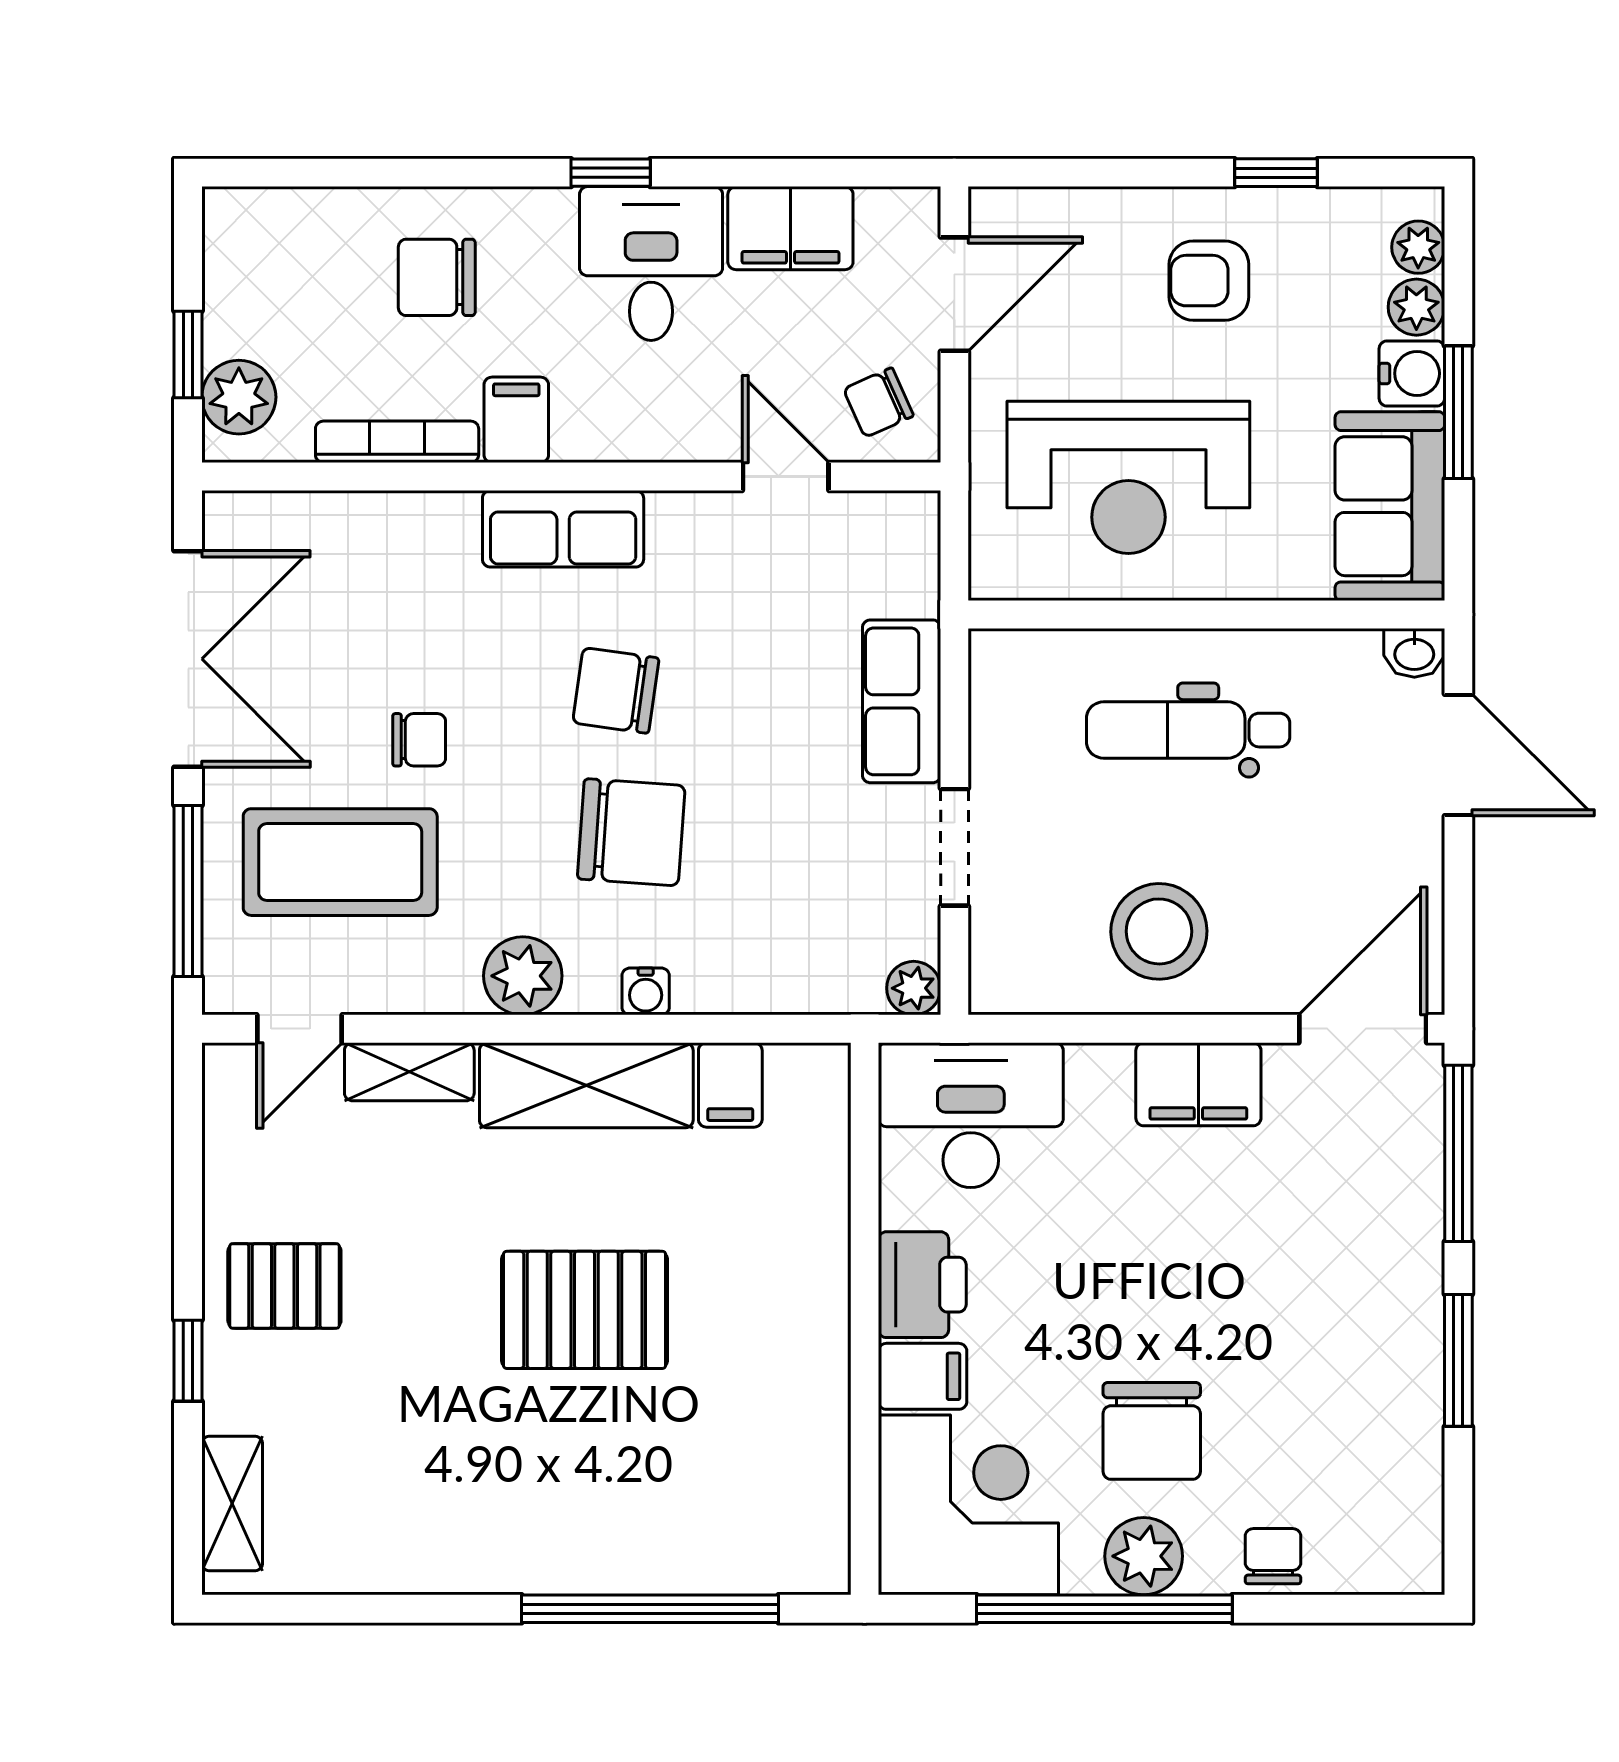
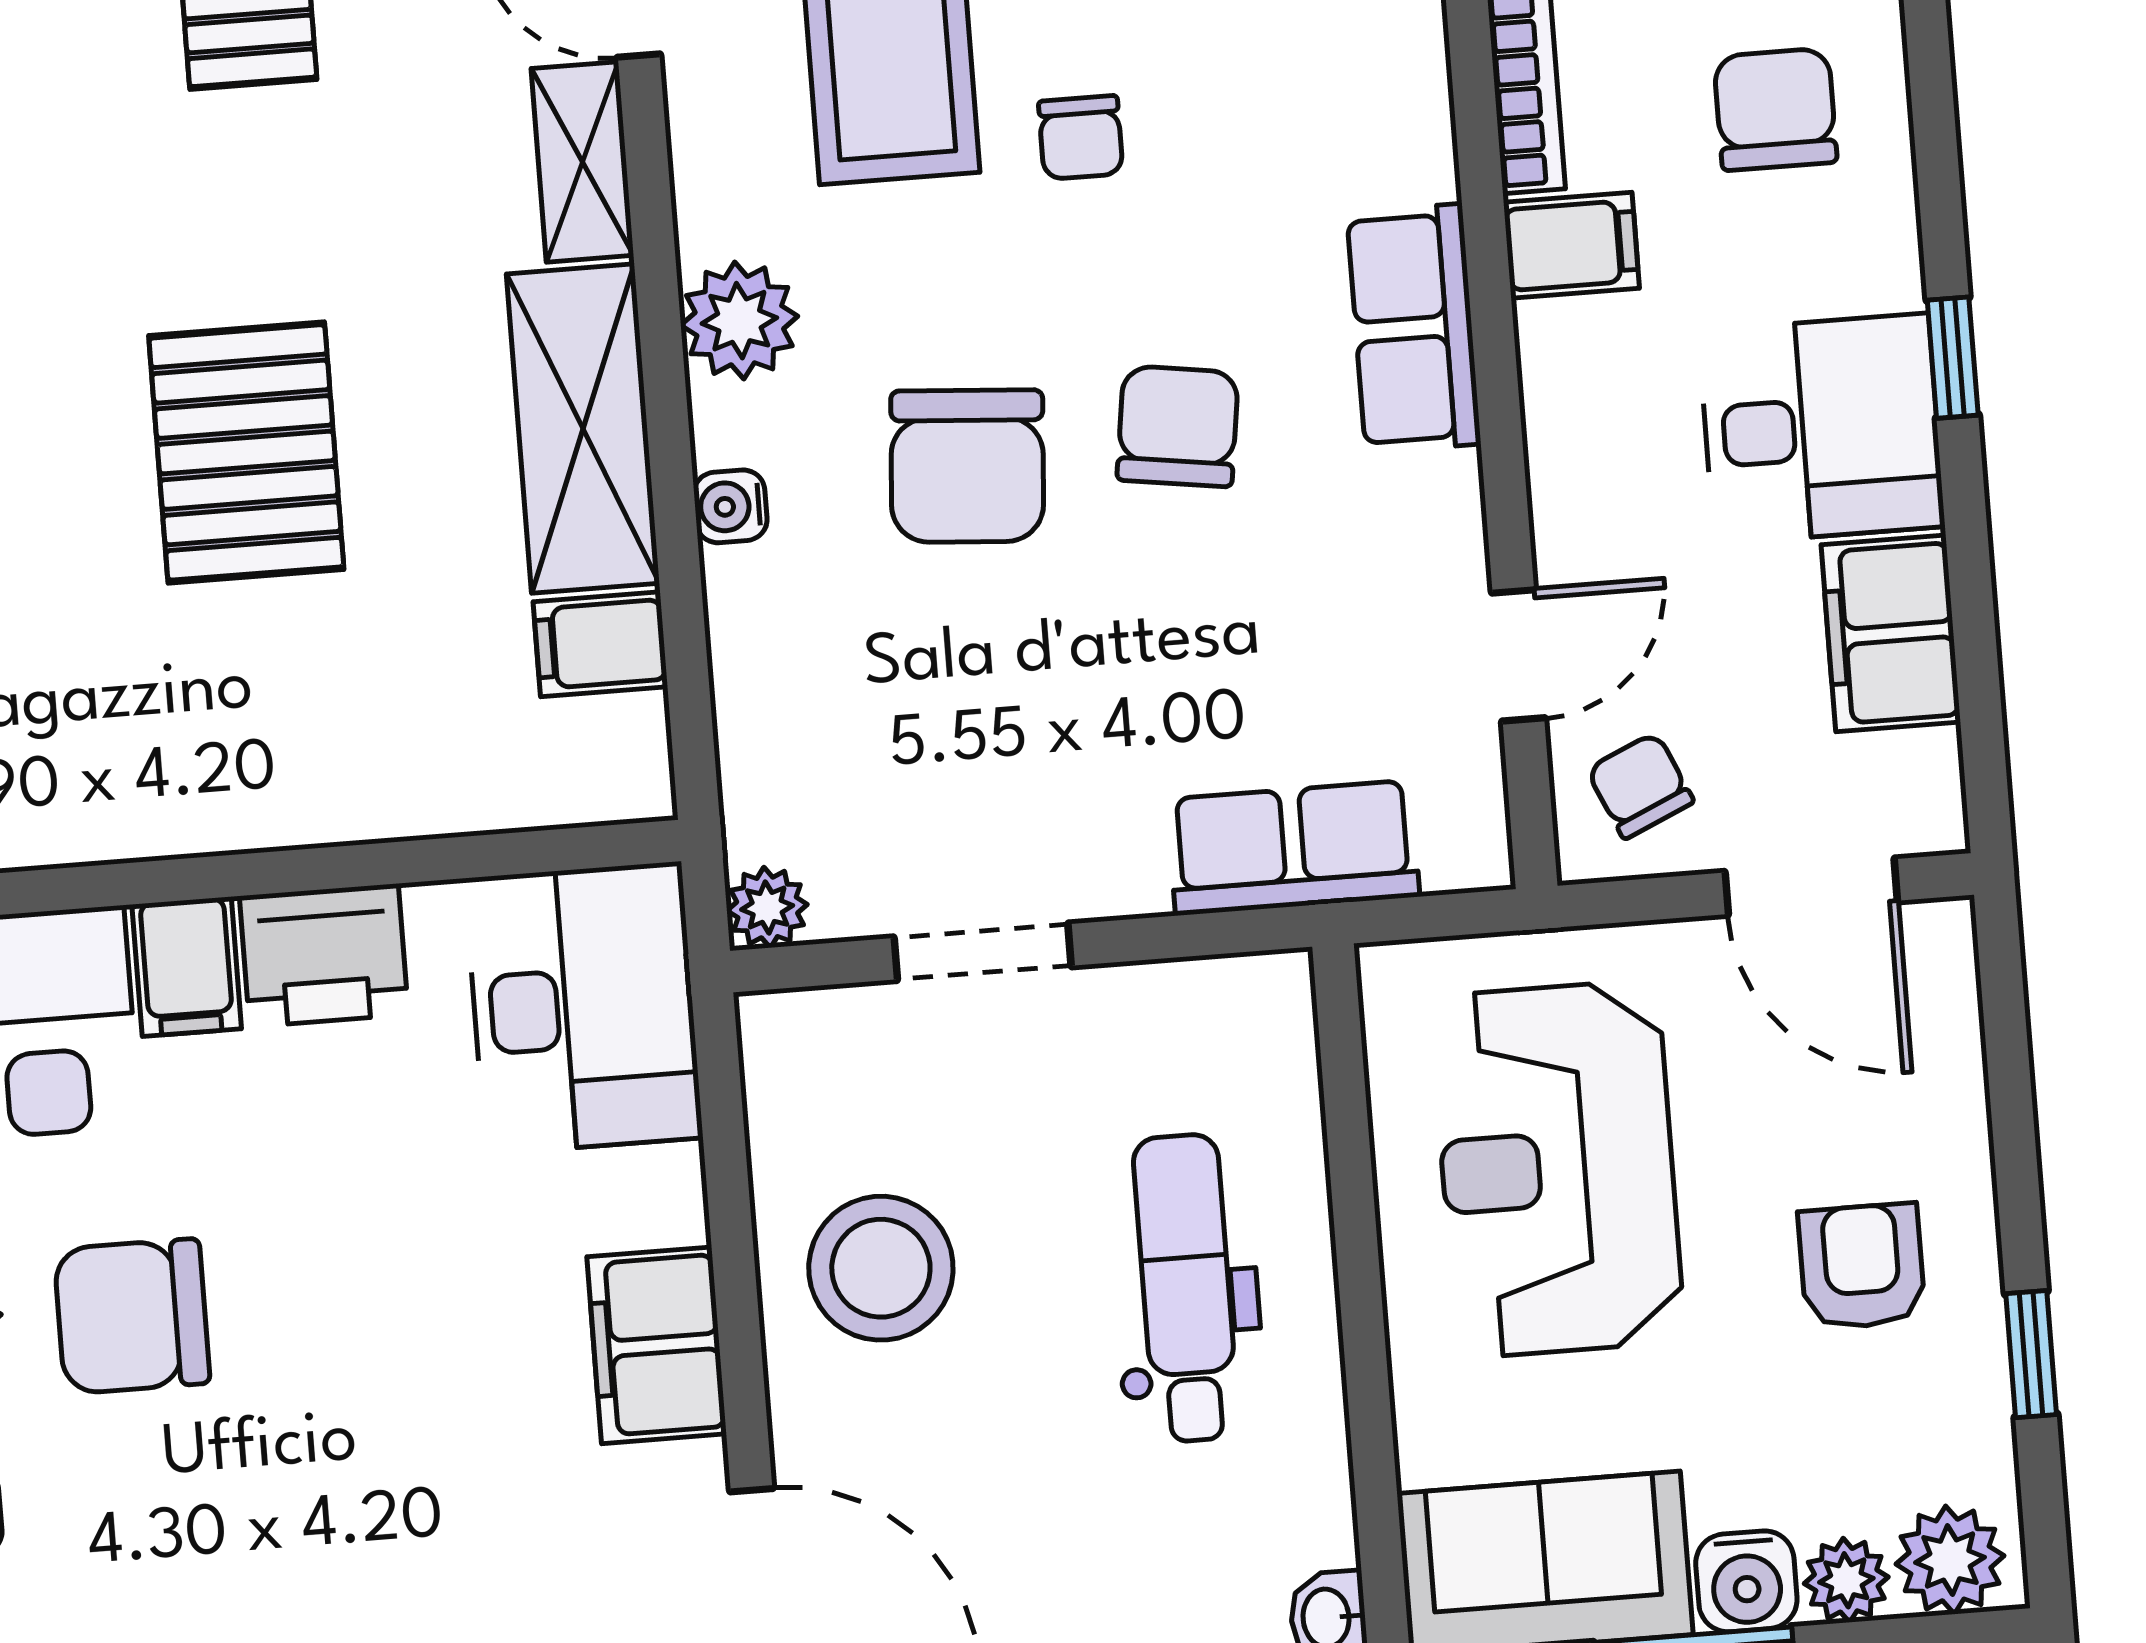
plant: (1418, 247) -> (1950, 1560), width x1.38, depth x1.38
row of seats: (902, 701) -> (1293, 848), moved

